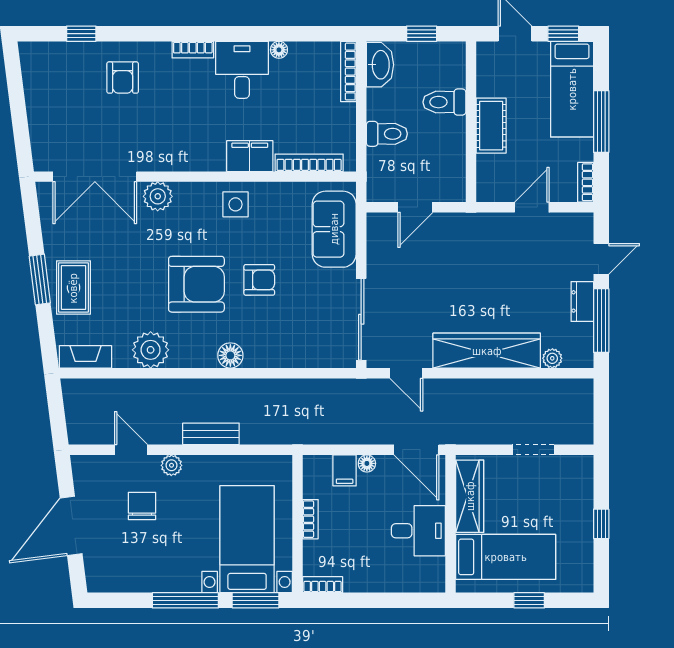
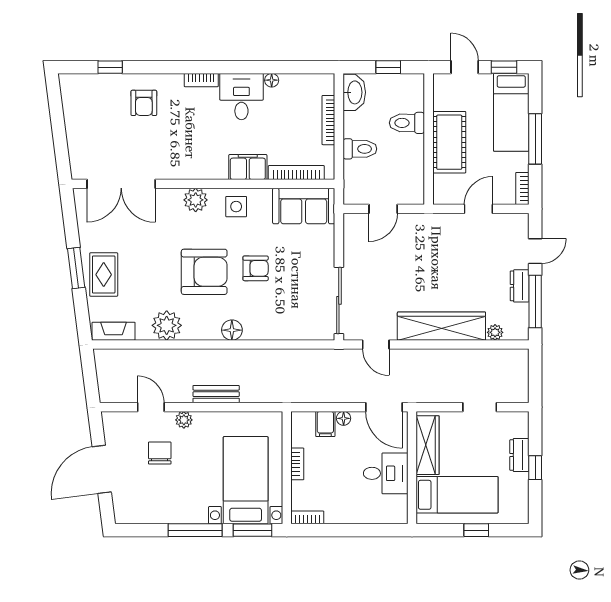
bookcase: (348, 72) -> (328, 120), moved
cot: (491, 126) -> (449, 142), width x1.37, depth x1.34
plant: (158, 196) -> (196, 200), moved
sofa: (334, 229) -> (304, 206), moved, turned -90
dresser: (582, 508) -> (519, 455), added

